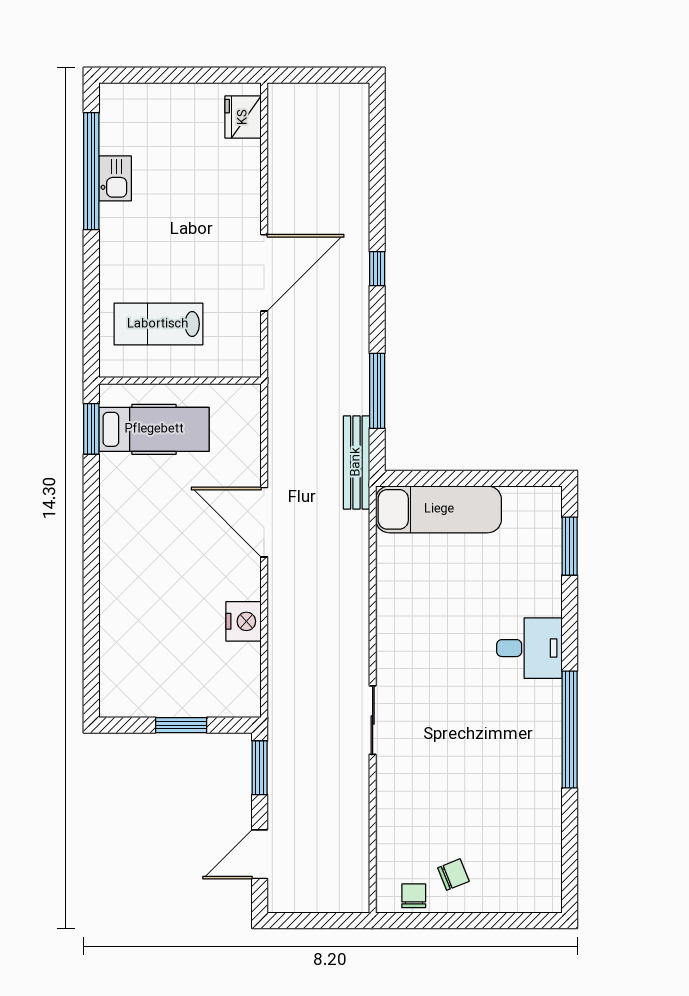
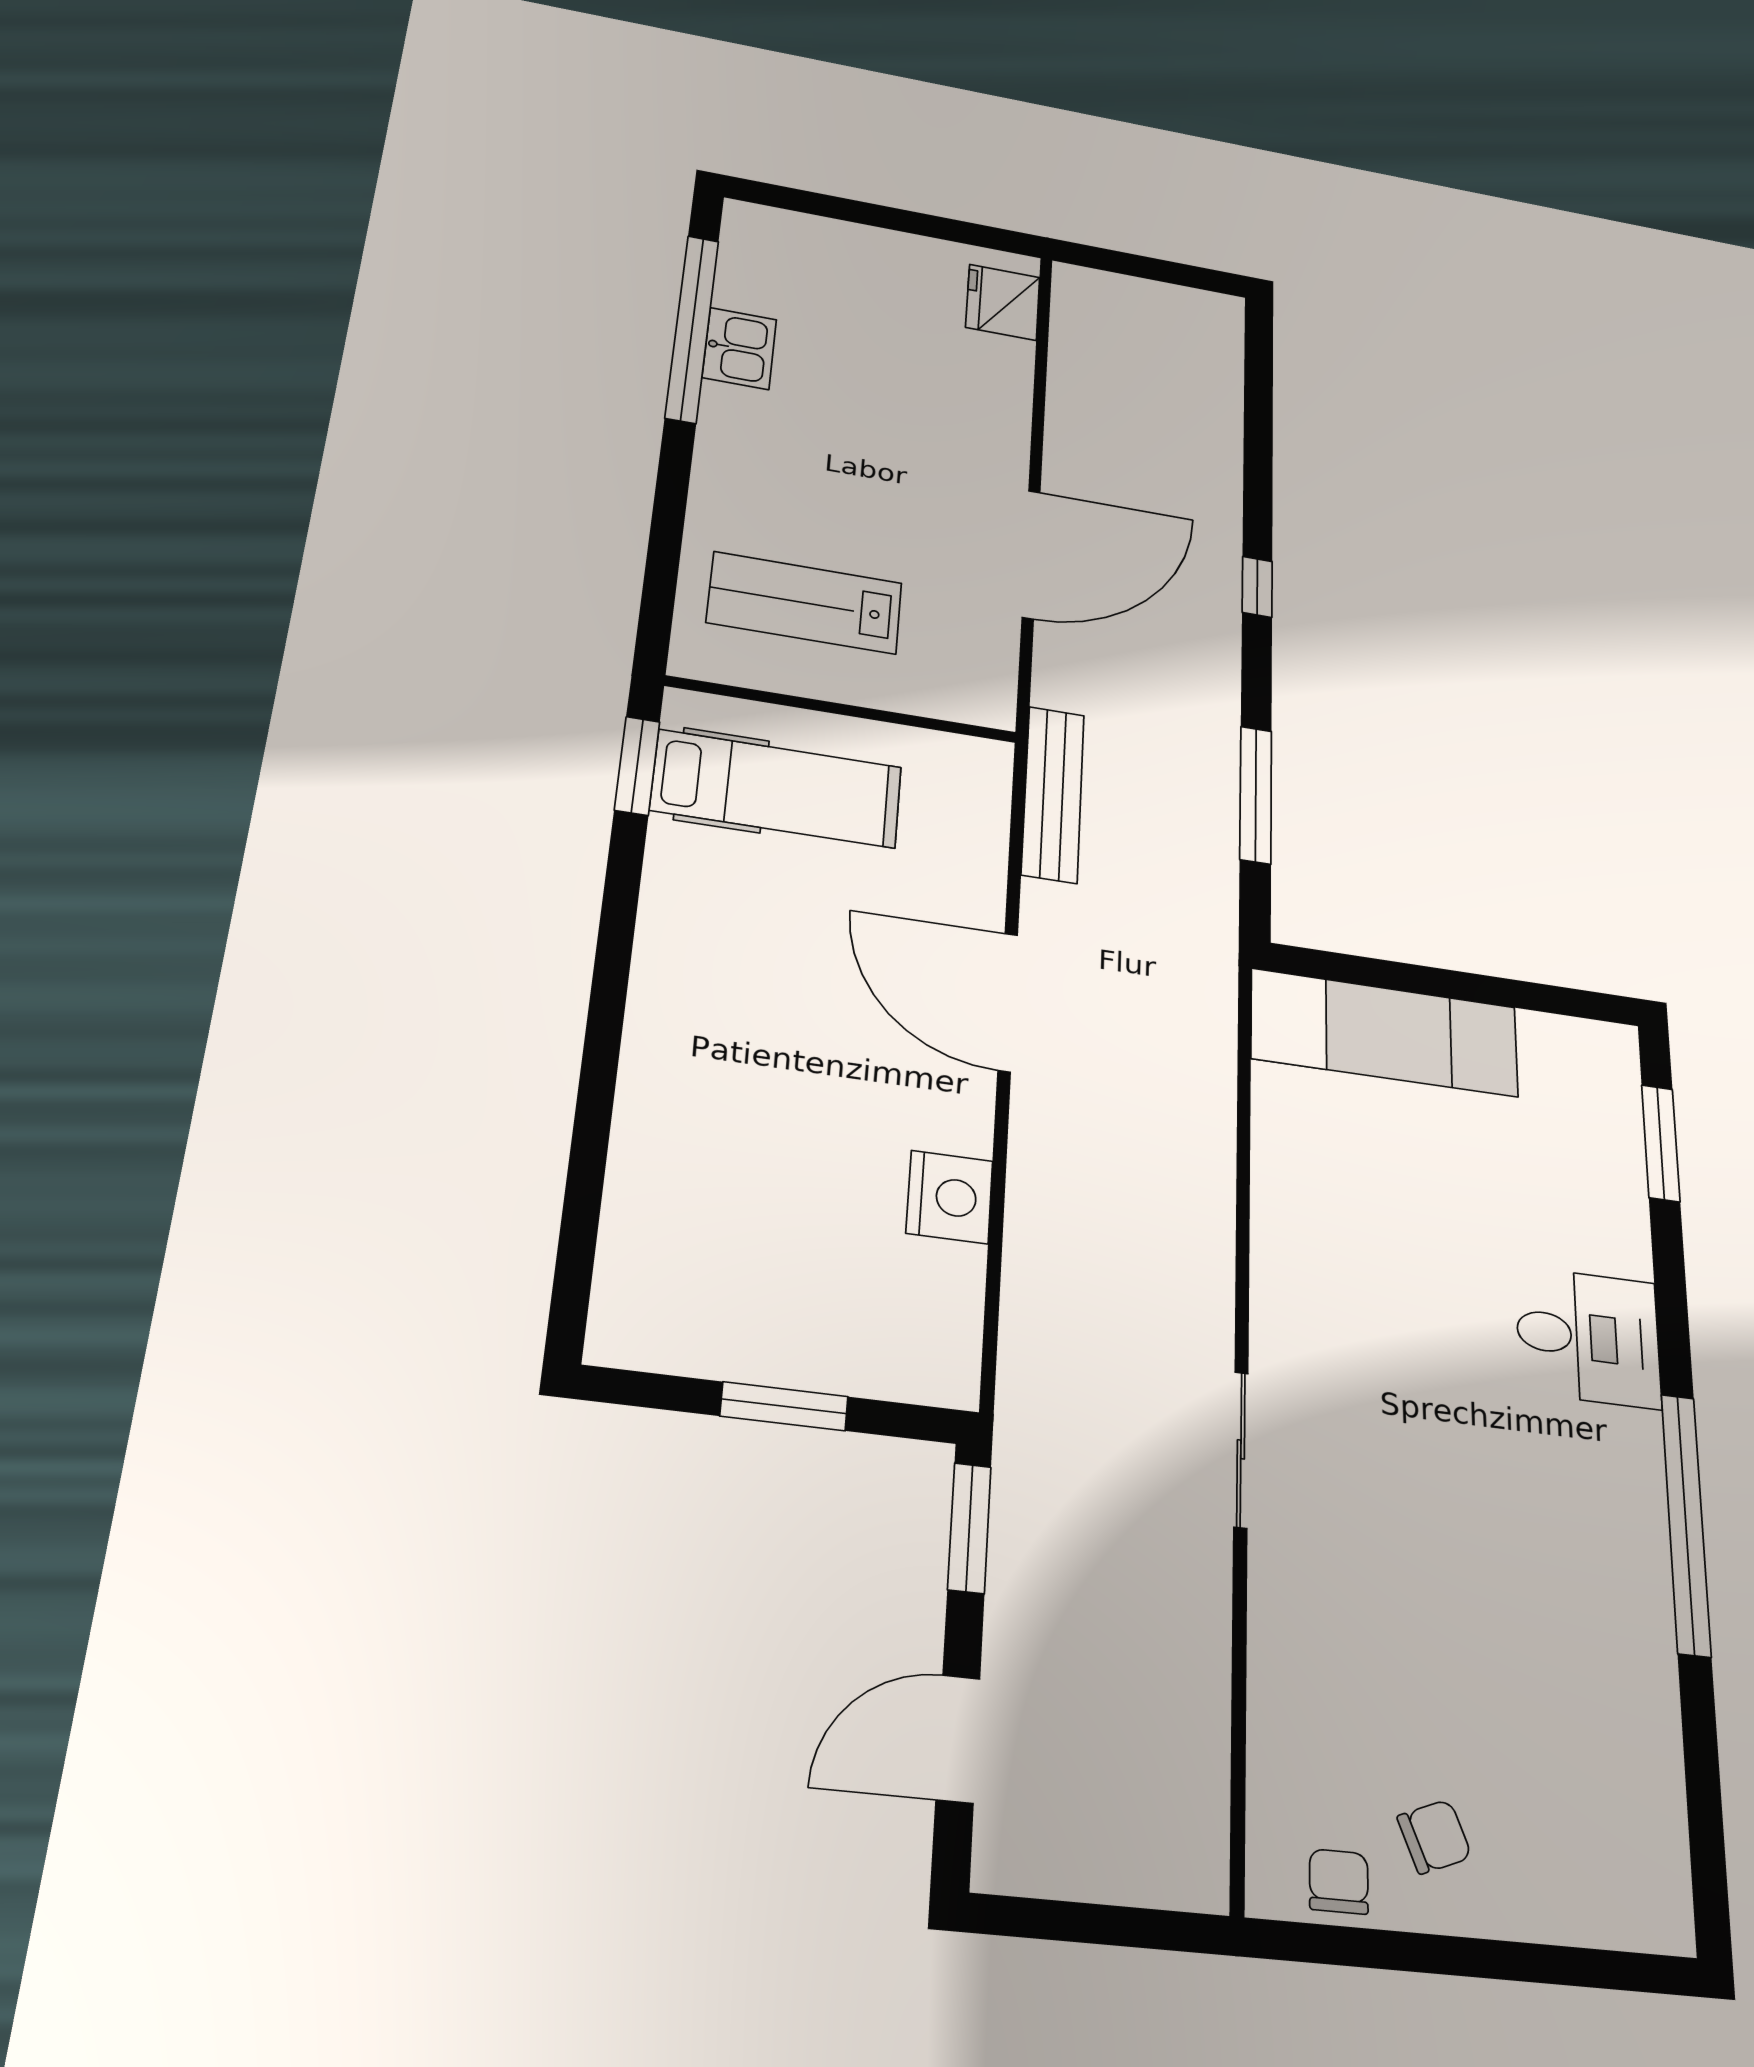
bench: (356, 462) -> (1053, 794), moved

